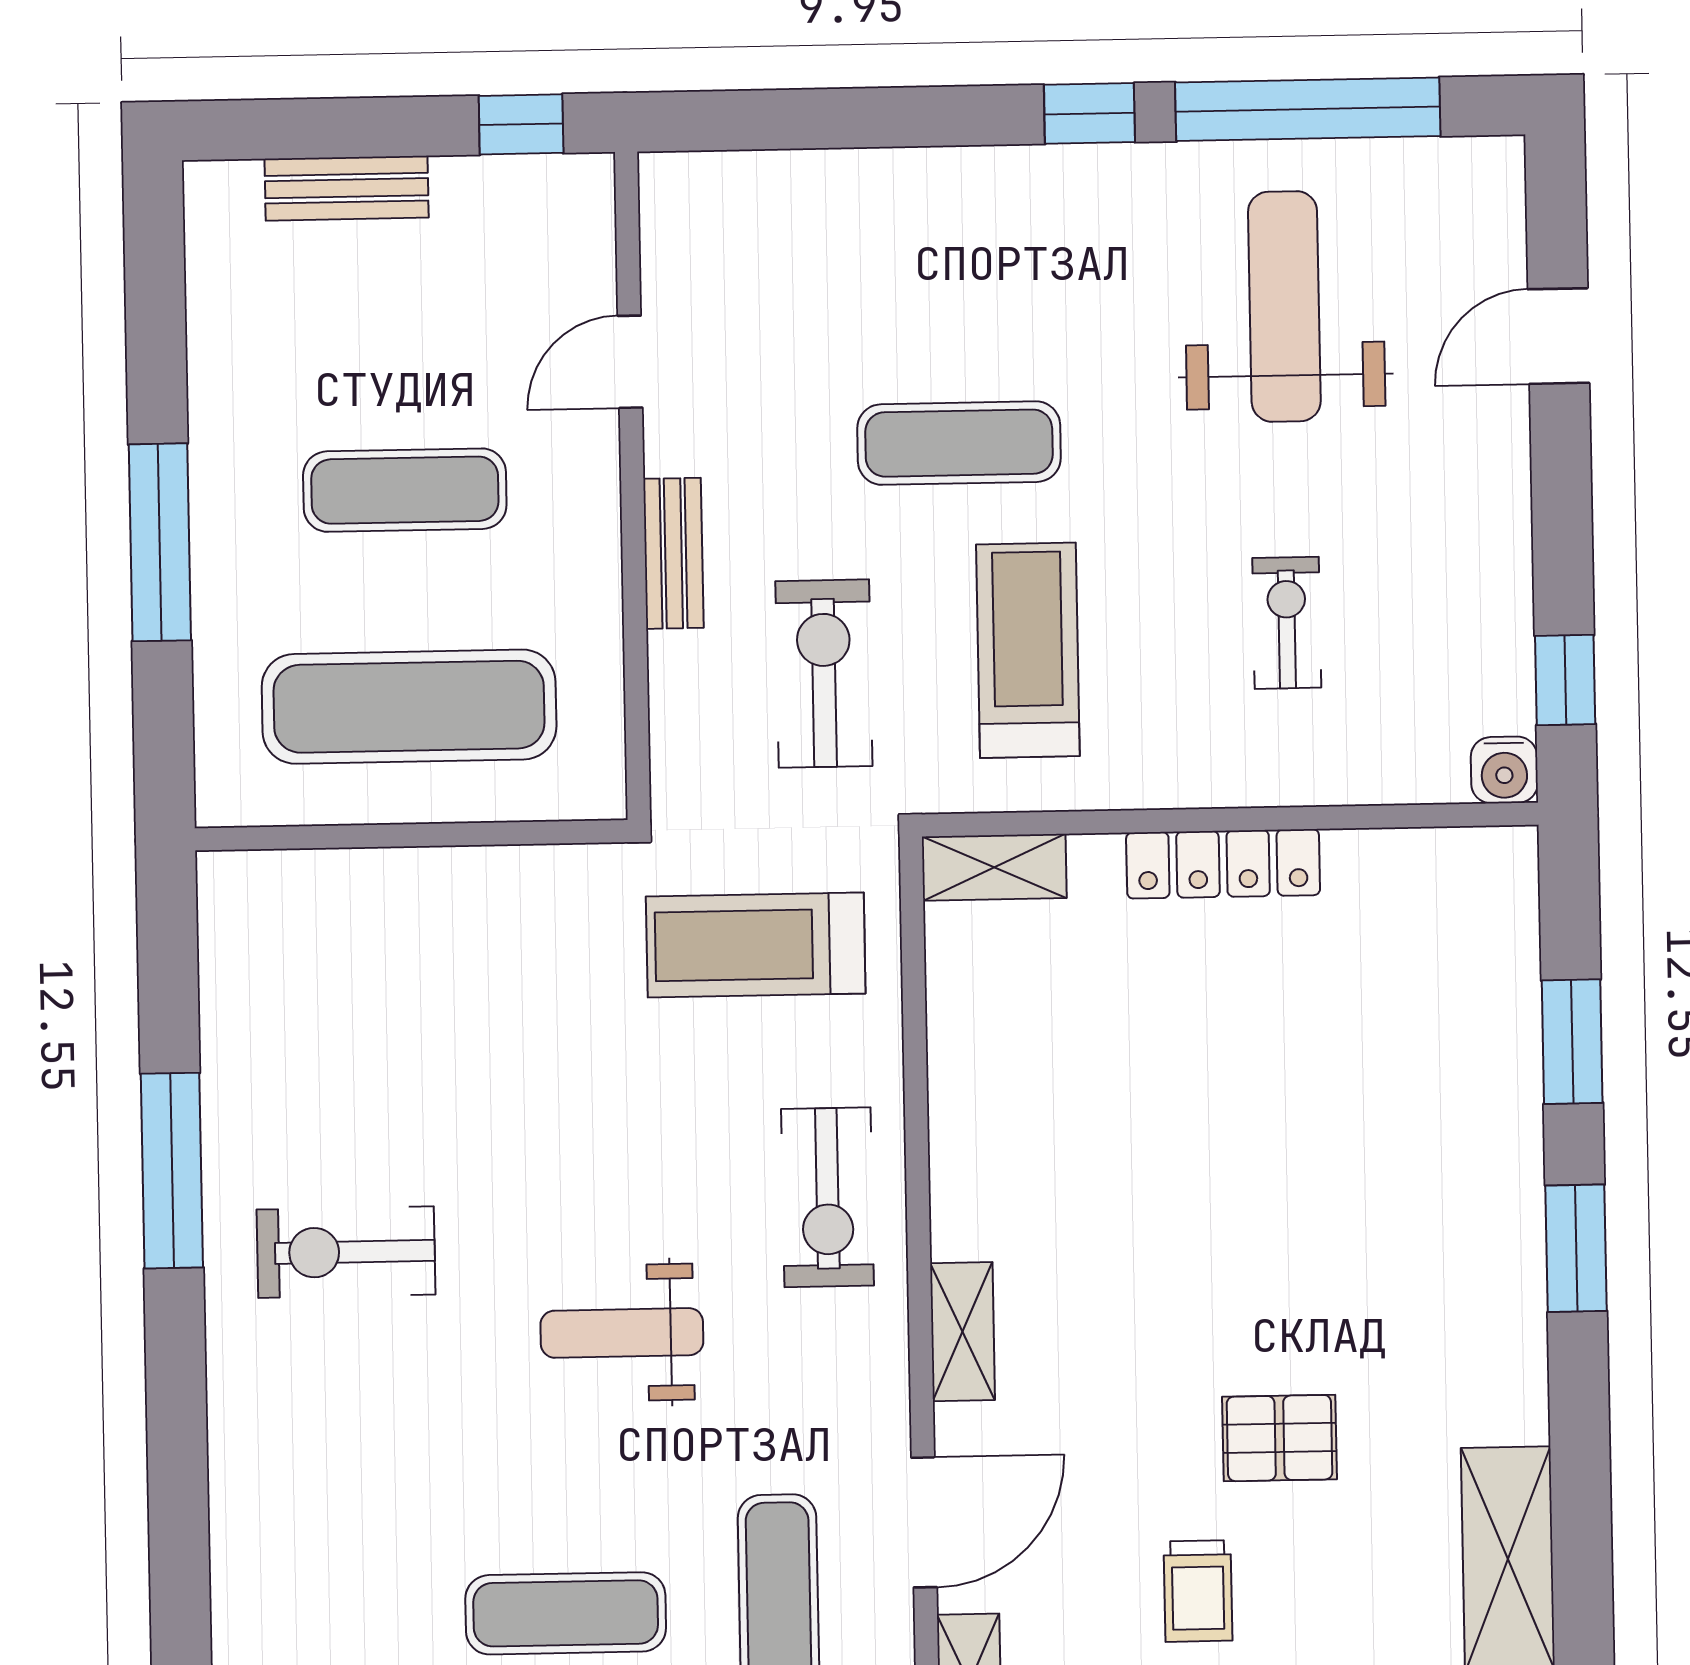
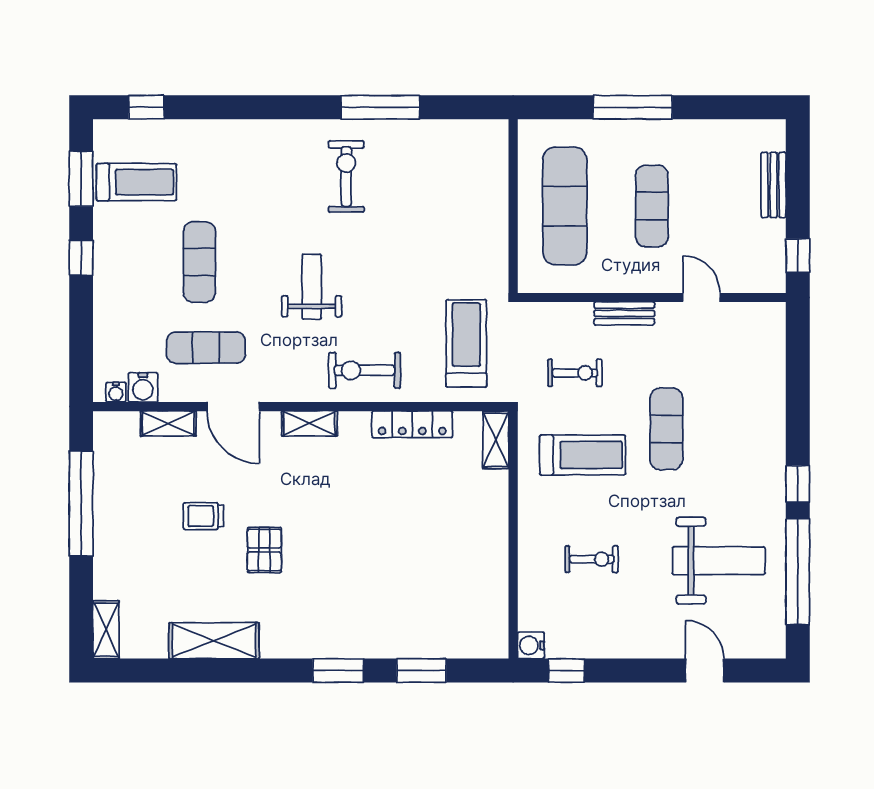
exercise bike: (824, 674) -> (575, 373), width x0.73, depth x0.72
locker: (1223, 864) -> (412, 424), moved, turned -90

